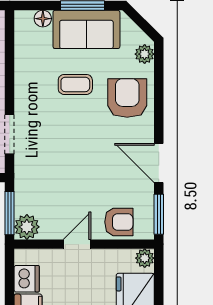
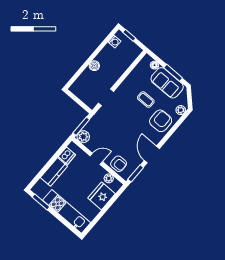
plant: (145, 258) -> (109, 178), moved

